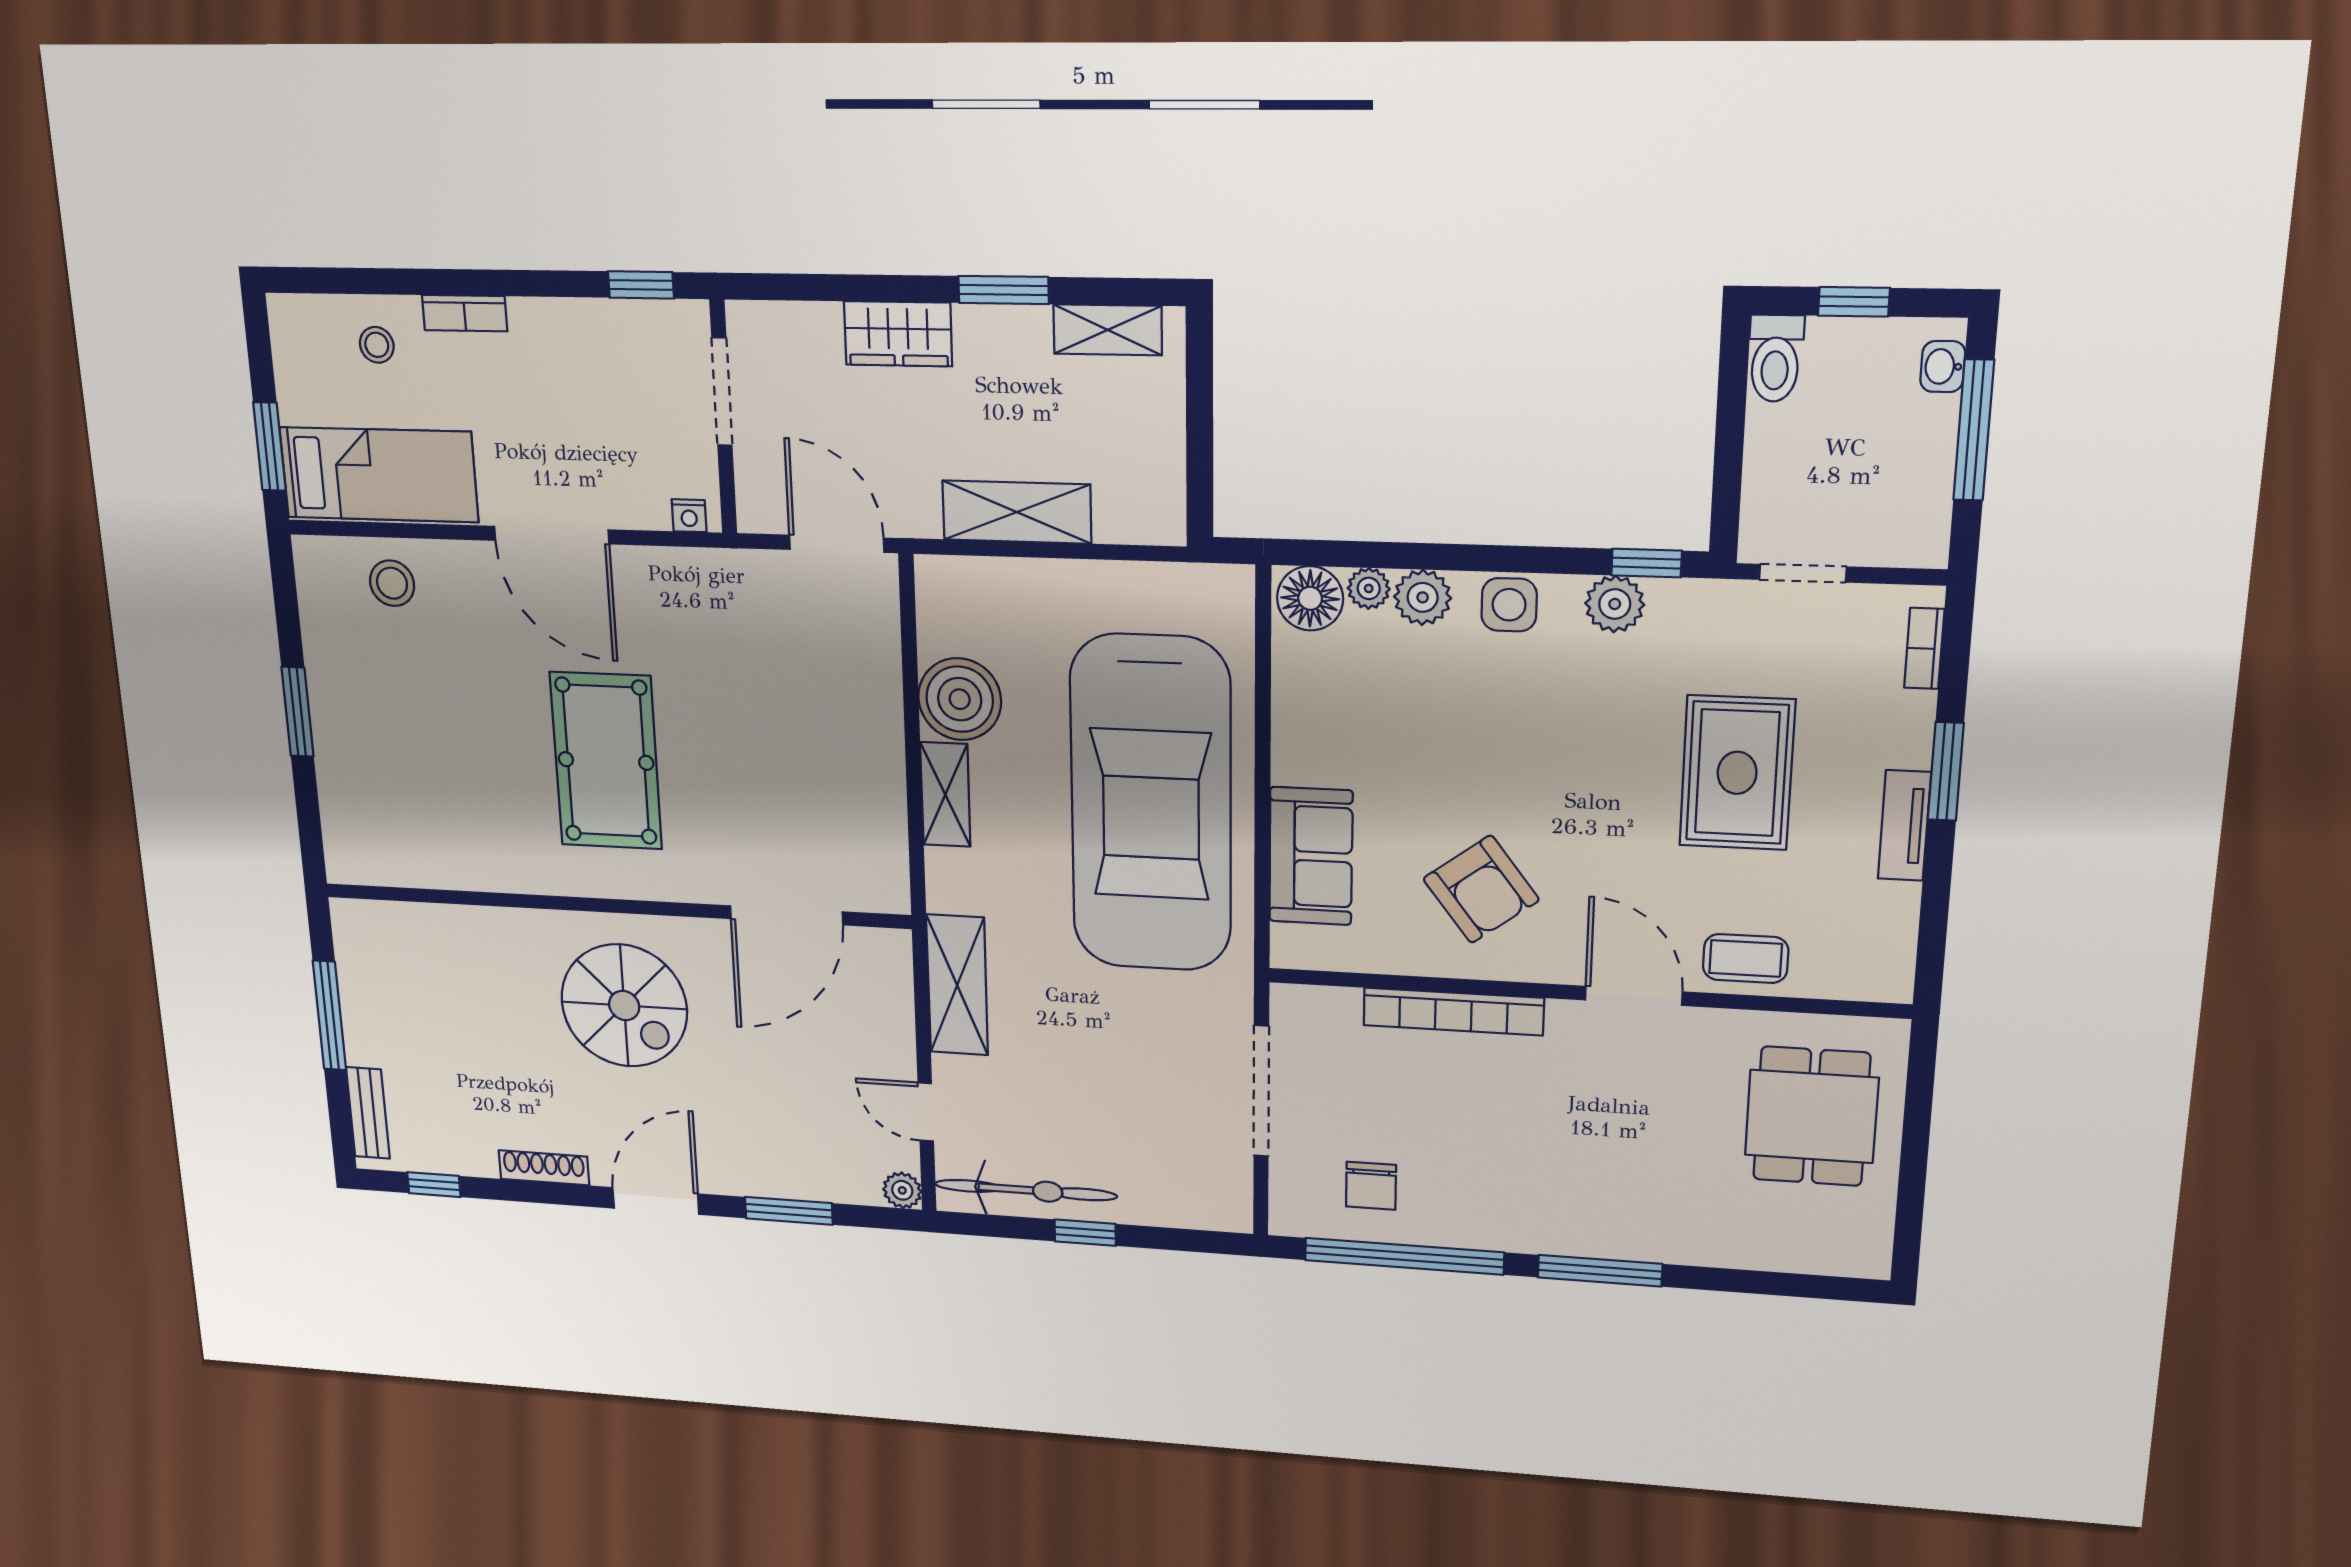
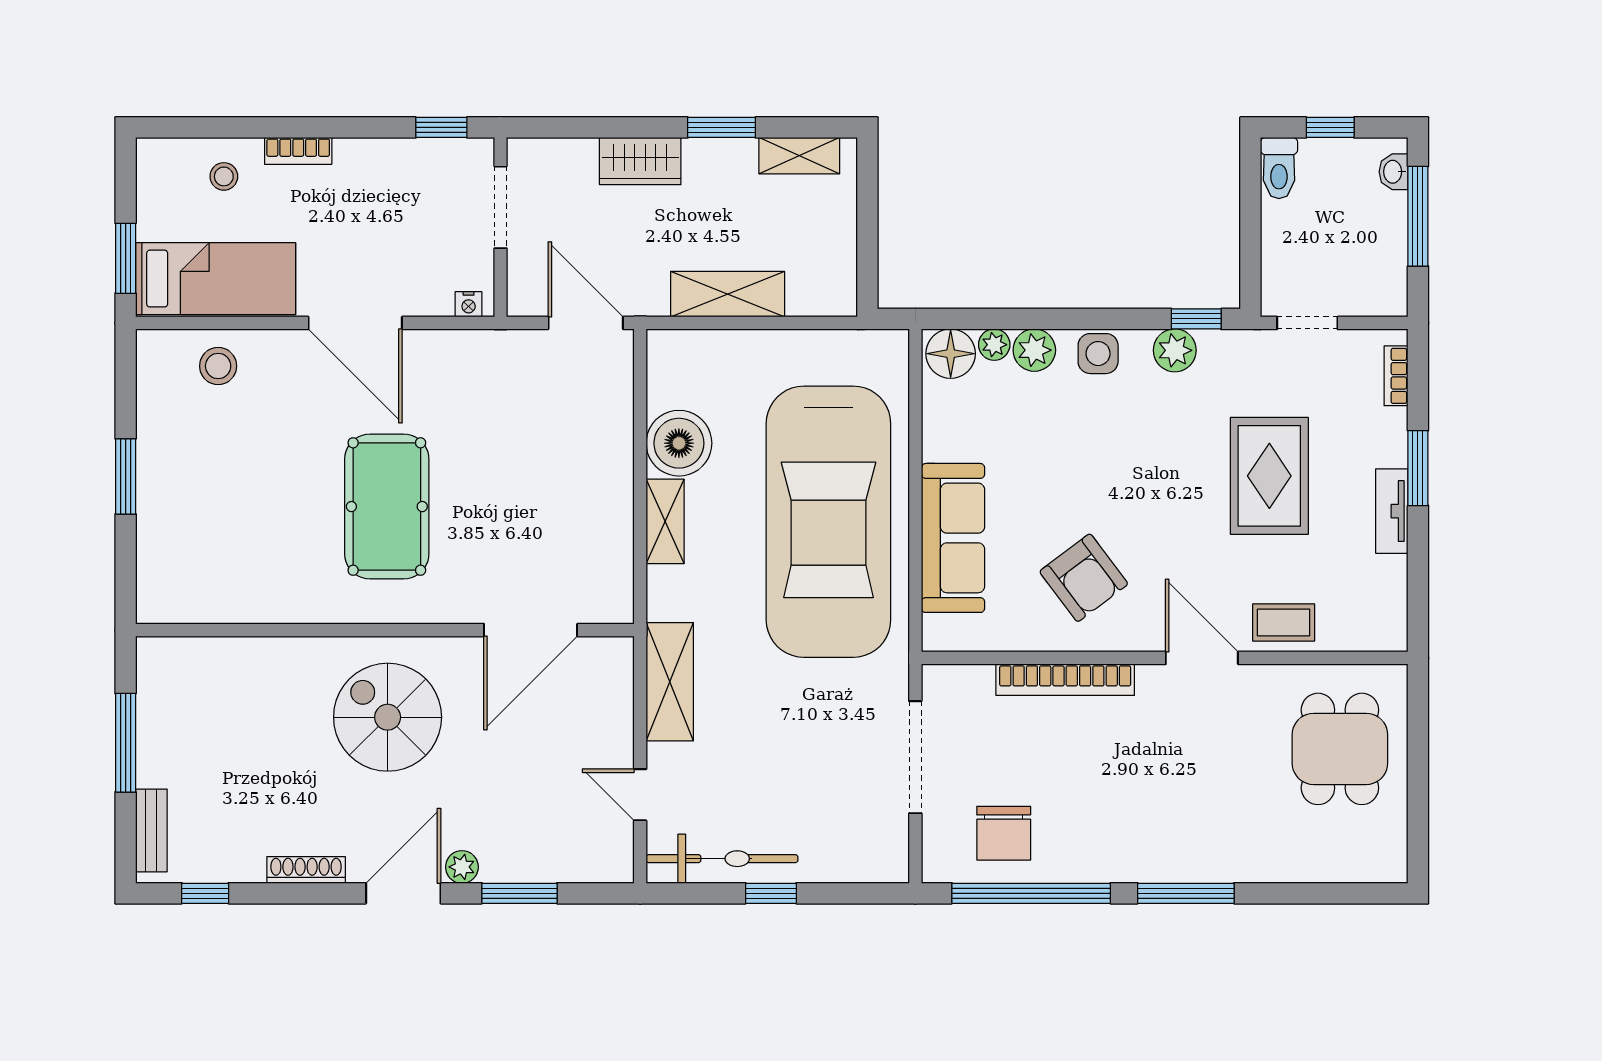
sofa: (1311, 856) -> (953, 538), width x1.36
spiral stairs: (624, 1006) -> (388, 717), turned 180
chair: (1371, 1186) -> (1004, 833), width x1.37, depth x1.37
plant: (902, 1190) -> (462, 867), moved

